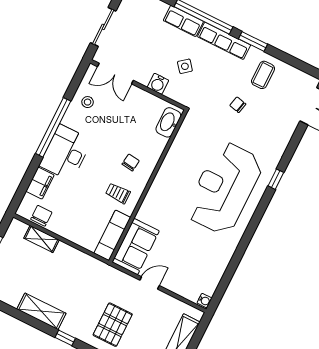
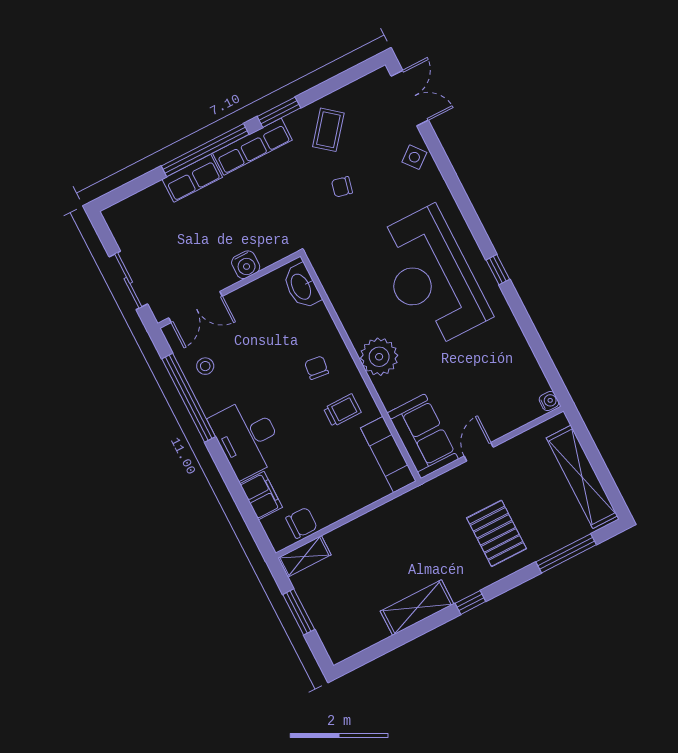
side table: (185, 66) -> (414, 157), moved
coffee table: (263, 75) -> (328, 130), turned 39
window: (53, 127) -> (189, 398), moved
window: (276, 179) -> (498, 270), moved
plant: (161, 192) -> (379, 357), added
trolley: (118, 193) -> (342, 410), turned 180
chair: (41, 216) -> (302, 523), turned 90
shelving: (41, 239) -> (304, 556), moved

